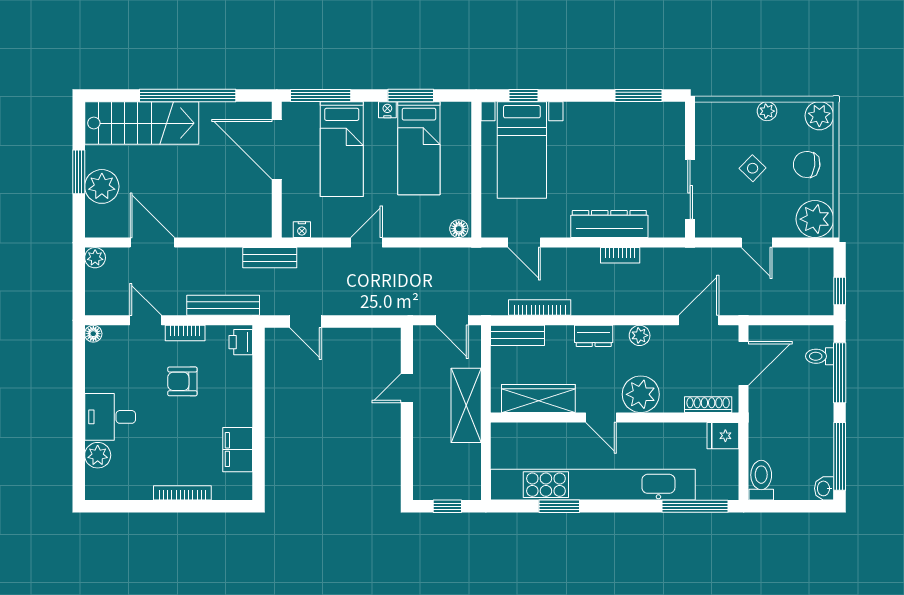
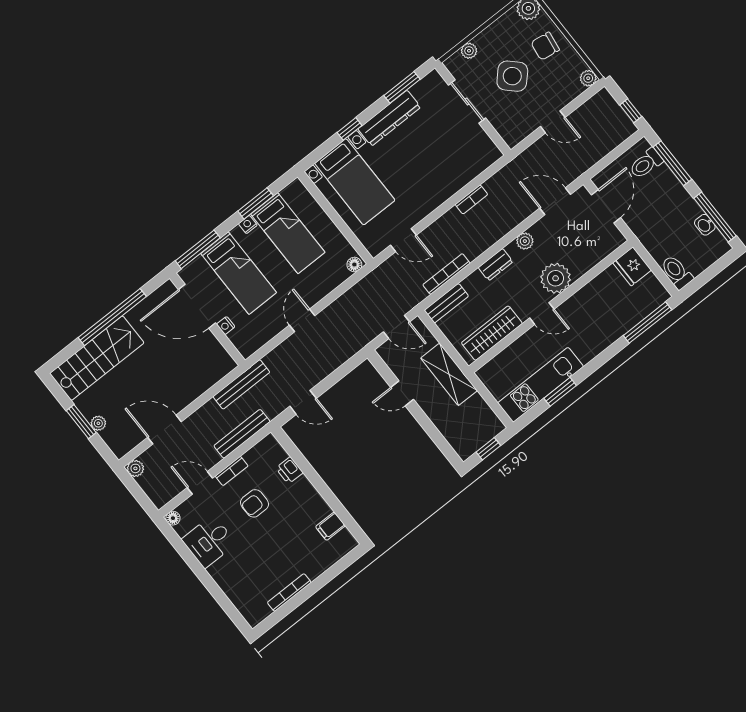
window: (523, 95) -> (350, 129), moved
plant: (767, 111) -> (469, 51), moved
side table: (753, 168) -> (512, 76), width x1.87, depth x1.87
plant: (102, 186) -> (98, 423), width x0.53, depth x0.53
sliding door: (690, 189) -> (467, 101), moved
plant: (815, 219) -> (588, 78), width x0.53, depth x0.53
dresser: (609, 224) -> (389, 118), moved, turned 180
nightstand: (302, 230) -> (226, 326), moved, turned 90
bench: (270, 258) -> (241, 384), width x1.36
door: (699, 320) -> (555, 201), hinge flipped
printer: (241, 342) -> (289, 470), moved
toilet: (820, 356) -> (646, 163), width x1.37, depth x1.39
door: (407, 388) -> (402, 393), hinge flipped
shoe rack: (708, 405) -> (604, 251), removed
desk: (110, 417) -> (209, 541), moved
fridge: (723, 436) -> (632, 266), width x1.38
filing cabinet: (238, 450) -> (330, 526), width x0.50
plant: (98, 455) -> (238, 594), removed
kitchen unit: (593, 485) -> (541, 385), width x0.54
washbasin: (824, 488) -> (705, 225), moved
bookcase: (182, 493) -> (289, 592), moved

